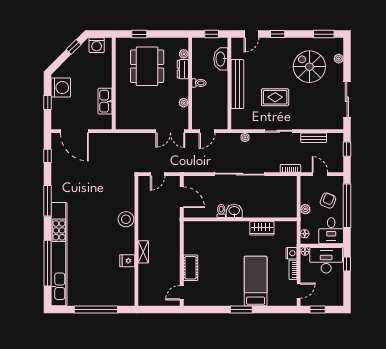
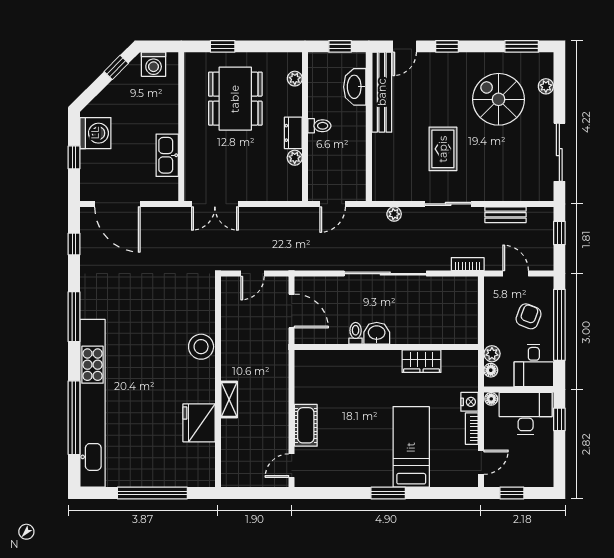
dresser: (183, 69) -> (293, 133), moved
bench: (237, 84) -> (382, 92), moved
rug: (275, 97) -> (443, 149), turned 90
double door: (170, 131) -> (215, 204), moved
plant: (305, 209) -> (492, 354), moved
fridge: (127, 261) -> (199, 423), width x1.88, depth x1.34

